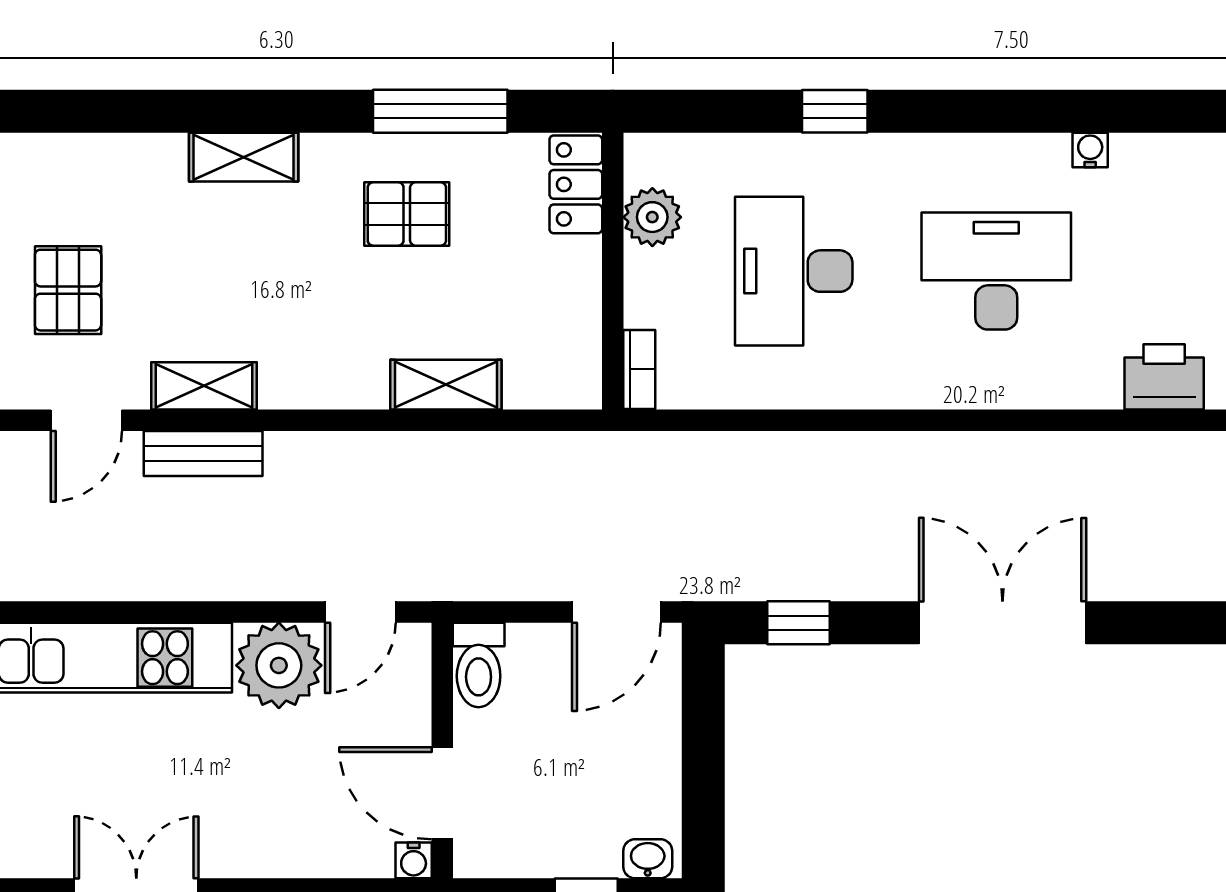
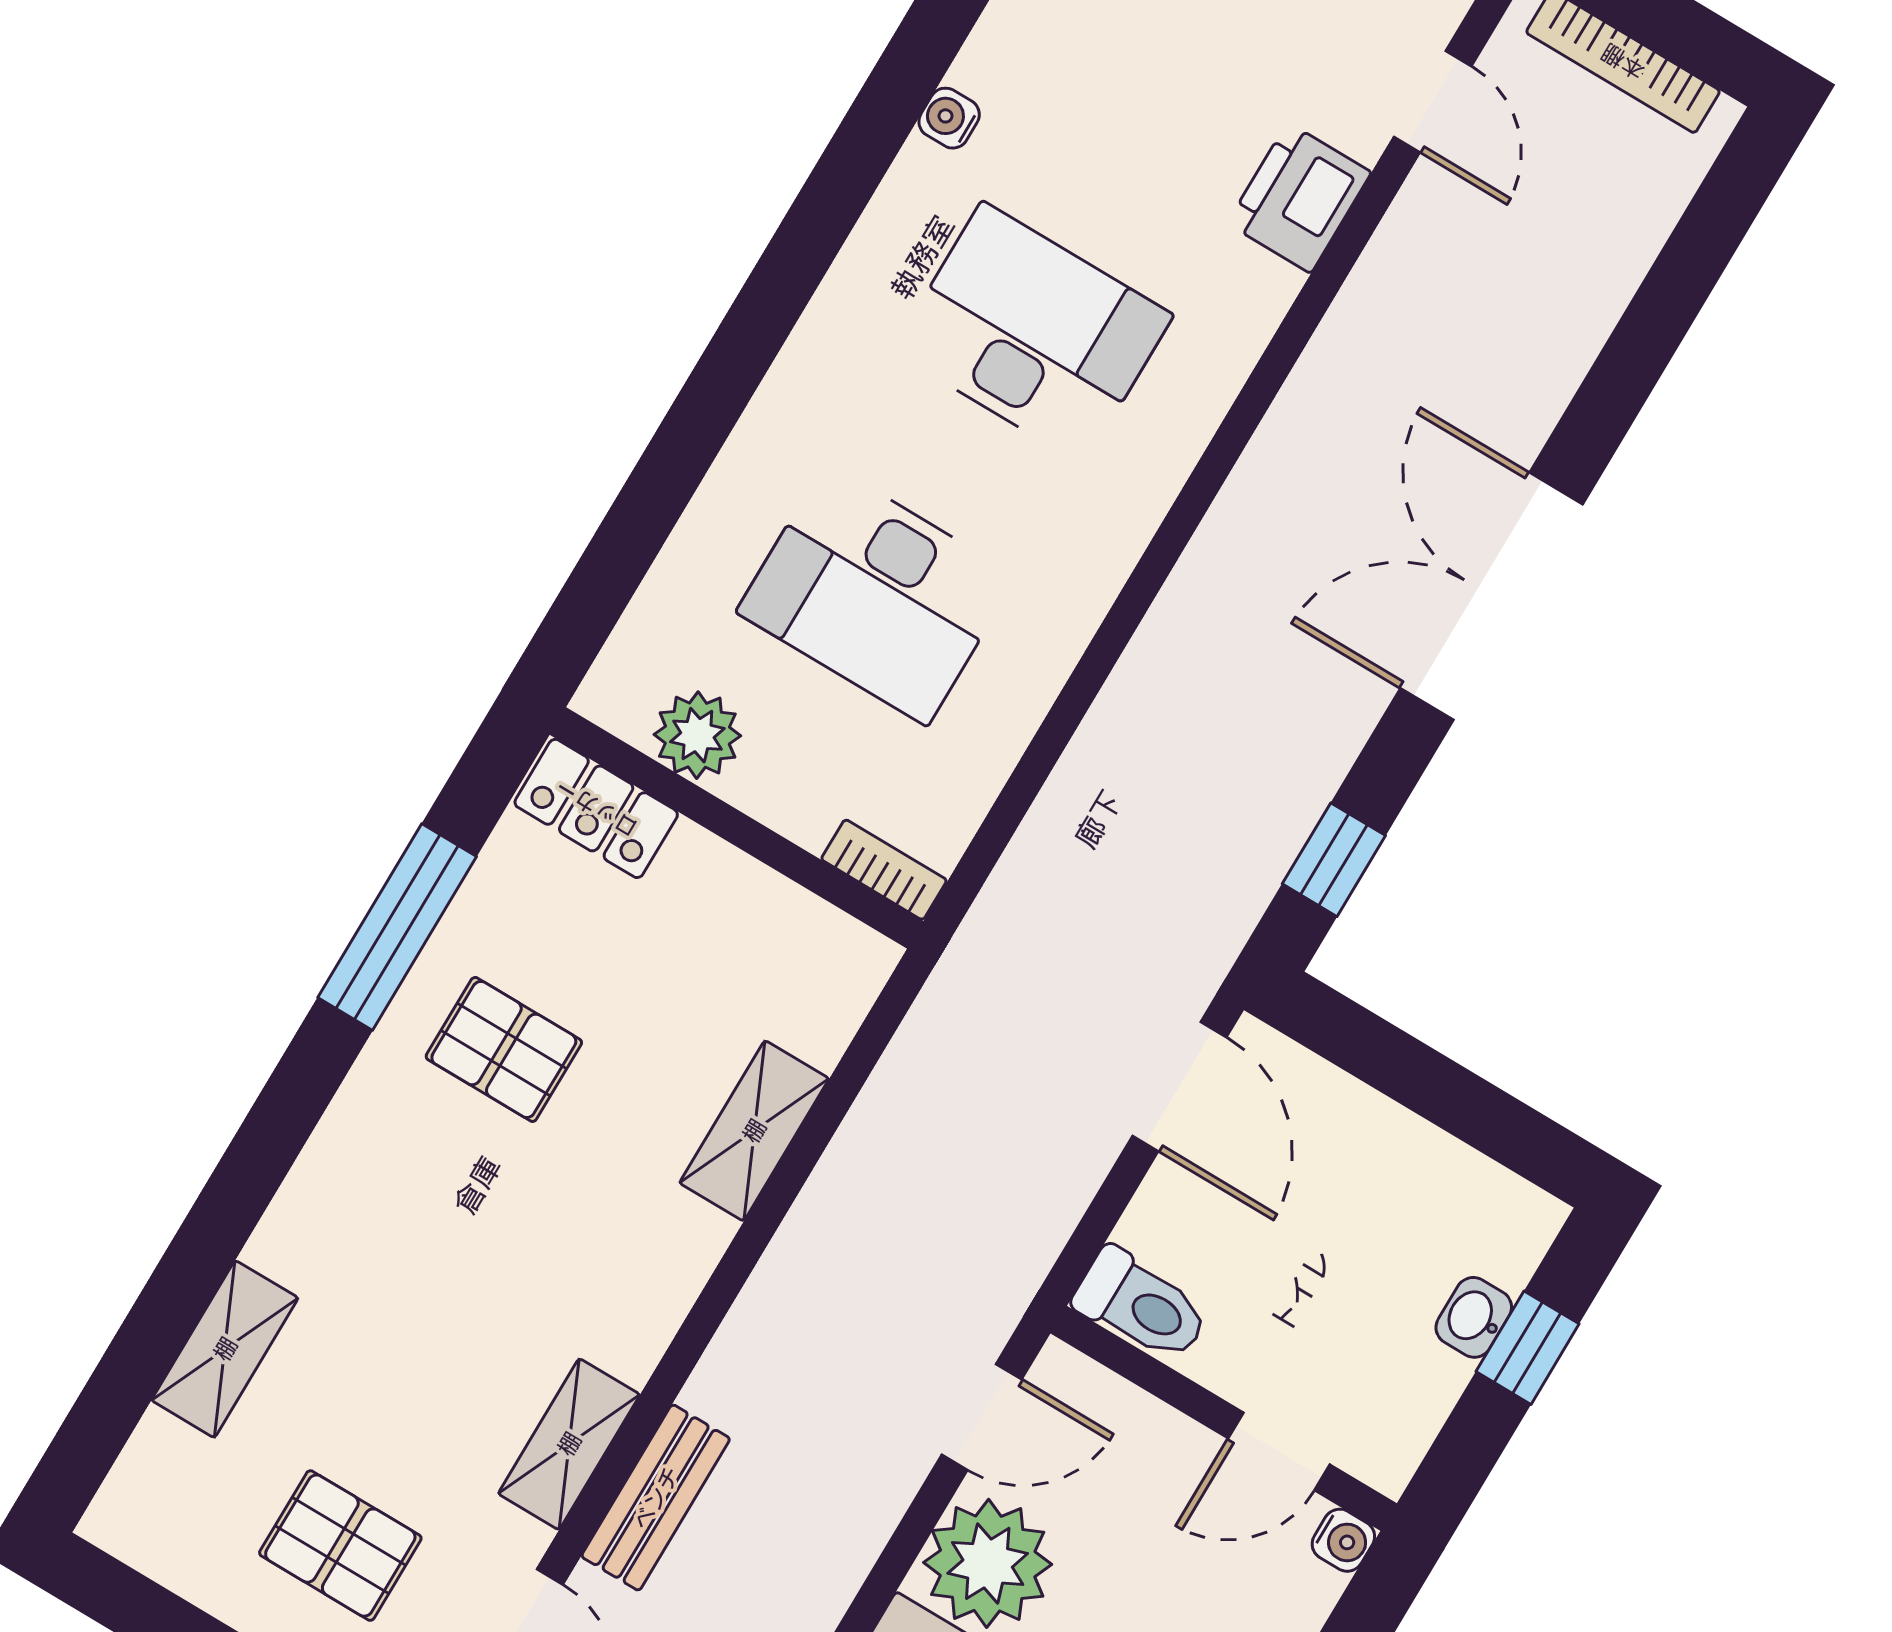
window: (835, 111) -> (702, 418), removed
shelving: (244, 157) -> (225, 1349), moved
pallet: (407, 214) -> (504, 1049), turned 90
desk: (996, 271) -> (1033, 333), turned 90
door: (360, 612) -> (982, 1417), hinge flipped
door: (442, 793) -> (1279, 1451), width x0.73
washbasin: (648, 859) -> (1474, 1317), moved

